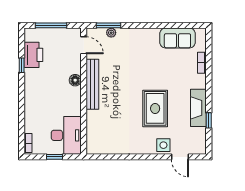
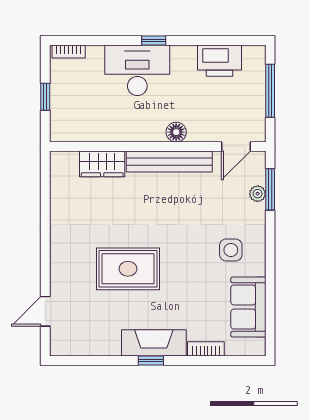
window: (22, 65) -> (154, 41), moved
fireplace: (198, 108) -> (154, 343), moved
window: (209, 120) -> (151, 361), moved
wardrobe: (94, 123) -> (102, 164), added
desk: (66, 135) -> (137, 70), moved, turned 180
side table: (163, 145) -> (231, 250), moved

